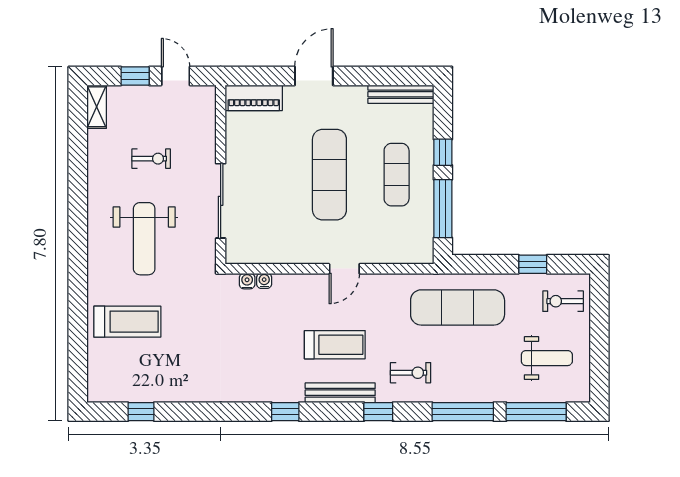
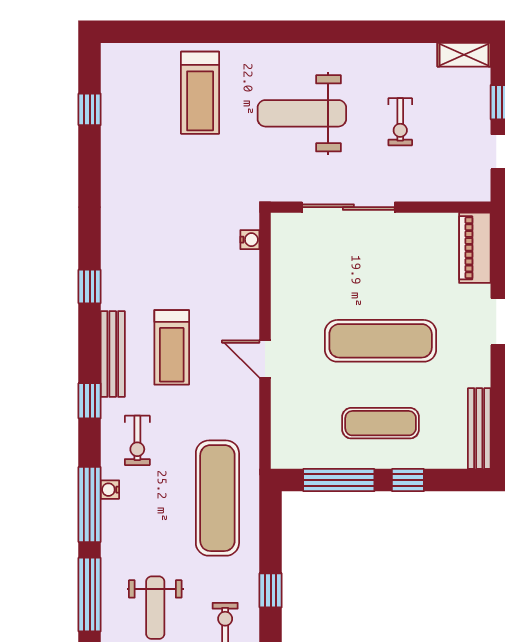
water cooler: (264, 281) -> (110, 490), moved, turned 180

